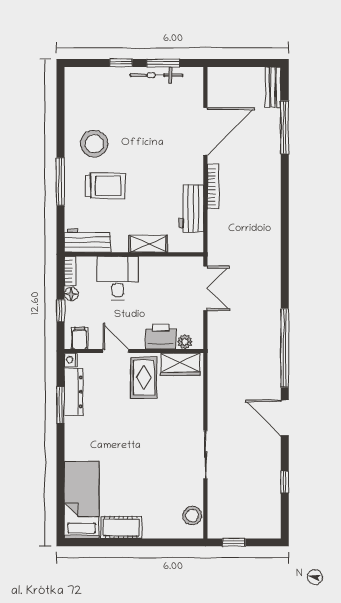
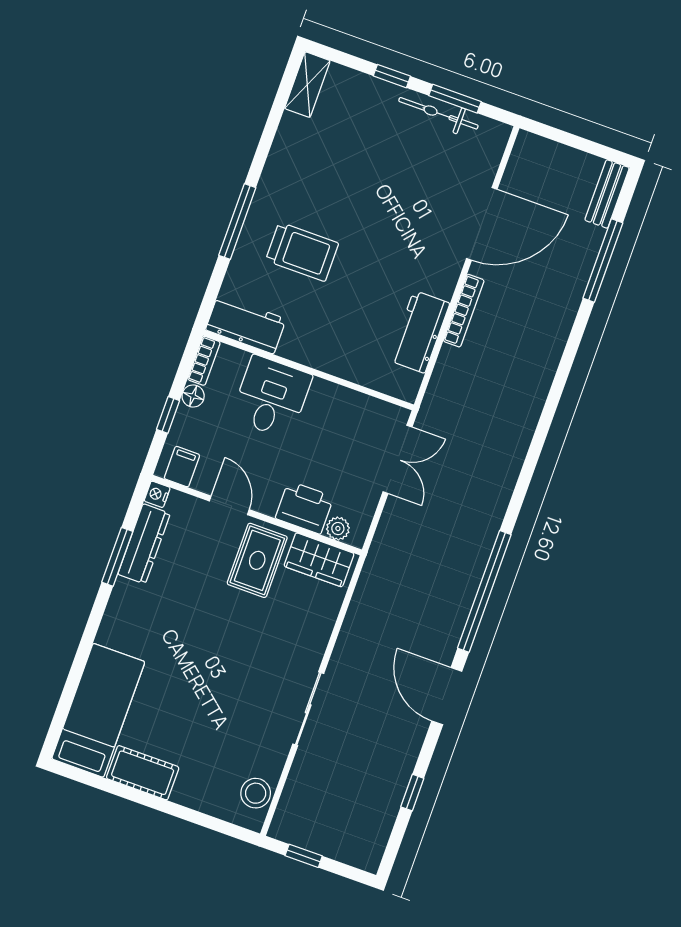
stool: (94, 144) -> (308, 183), removed
shelving: (148, 244) -> (307, 85), moved, turned 90

